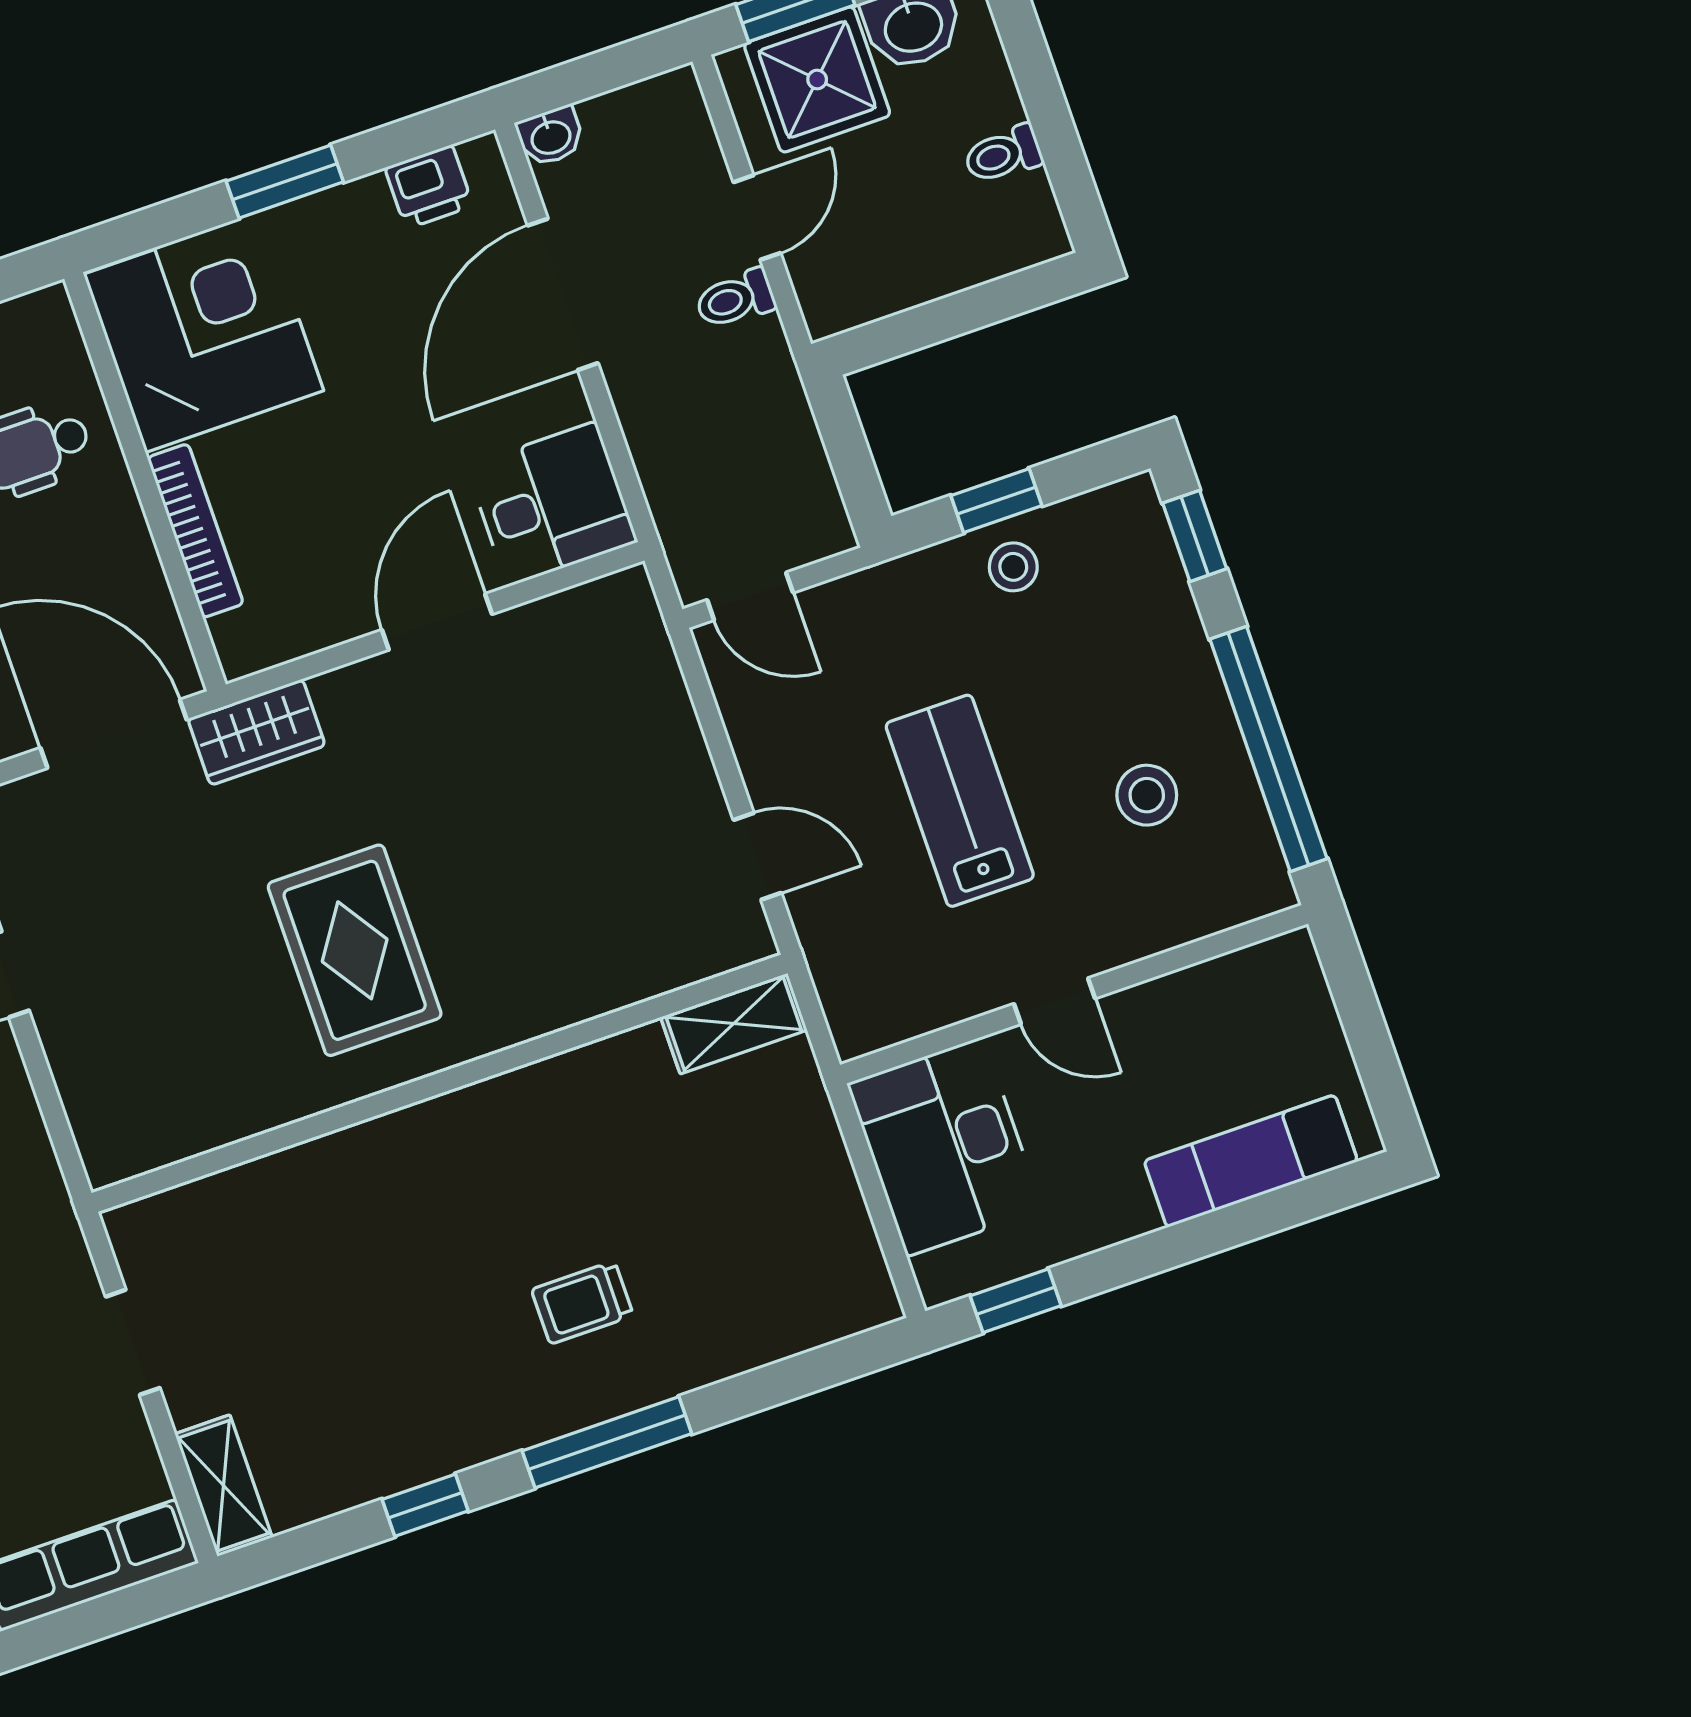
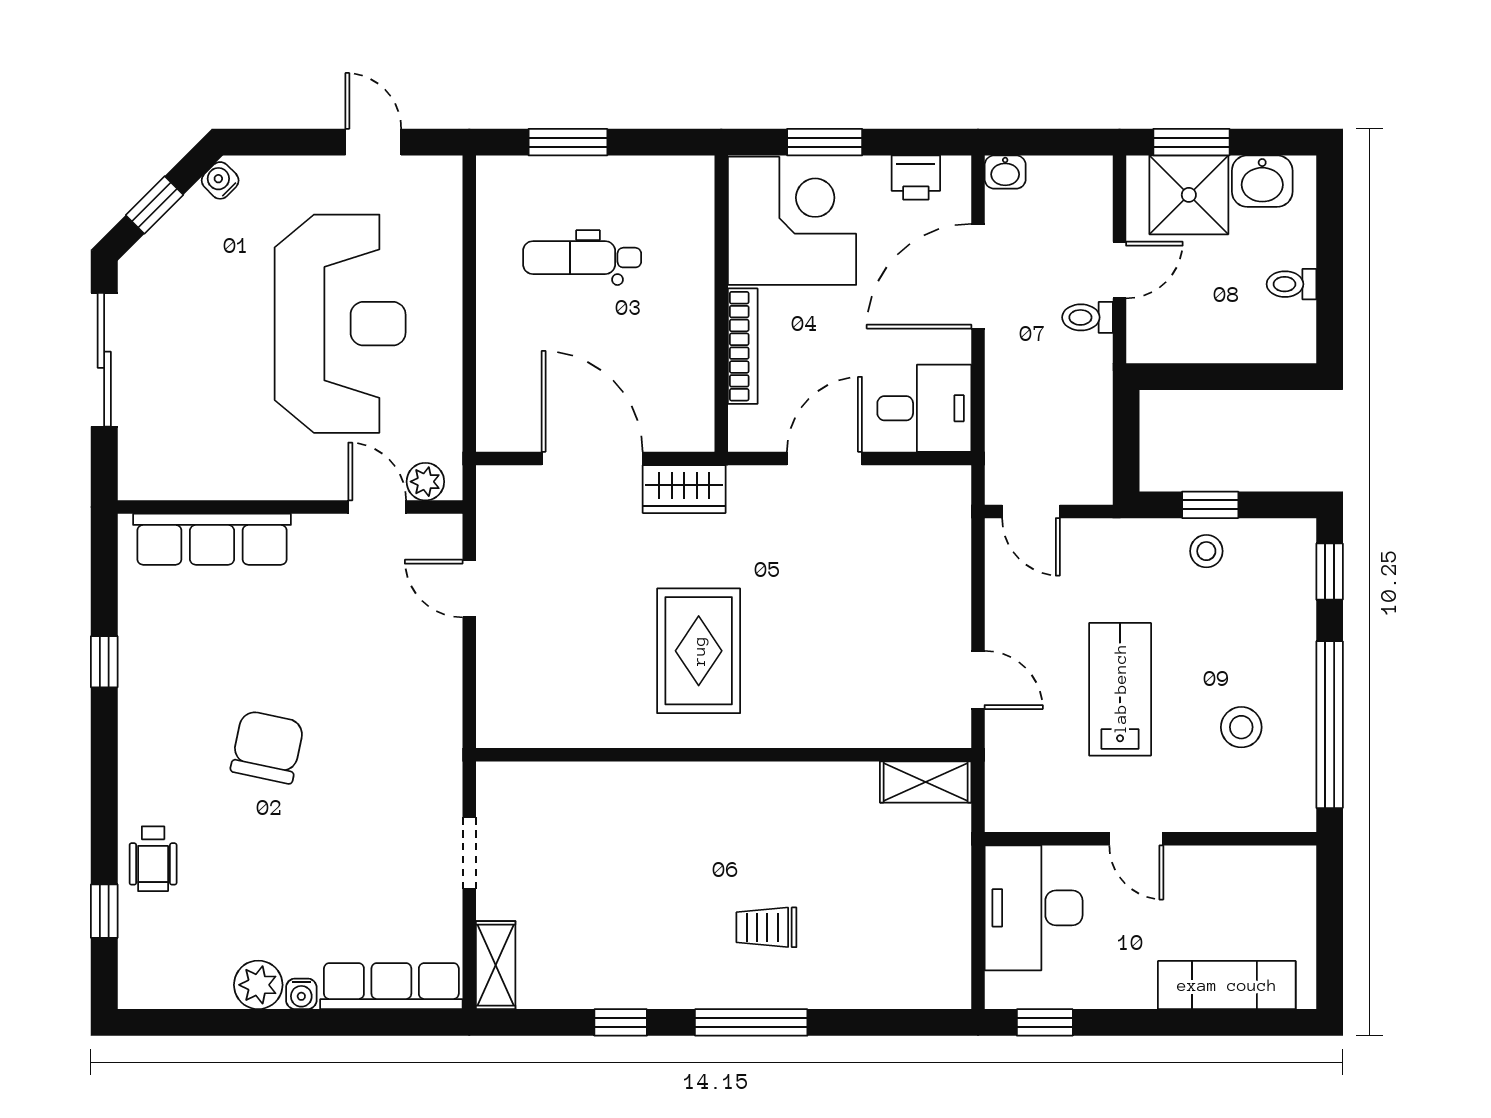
corner desk: (204, 332) -> (792, 221), moved
wall: (145, 482) -> (721, 304), moved
bookcase: (195, 531) -> (743, 346), moved

